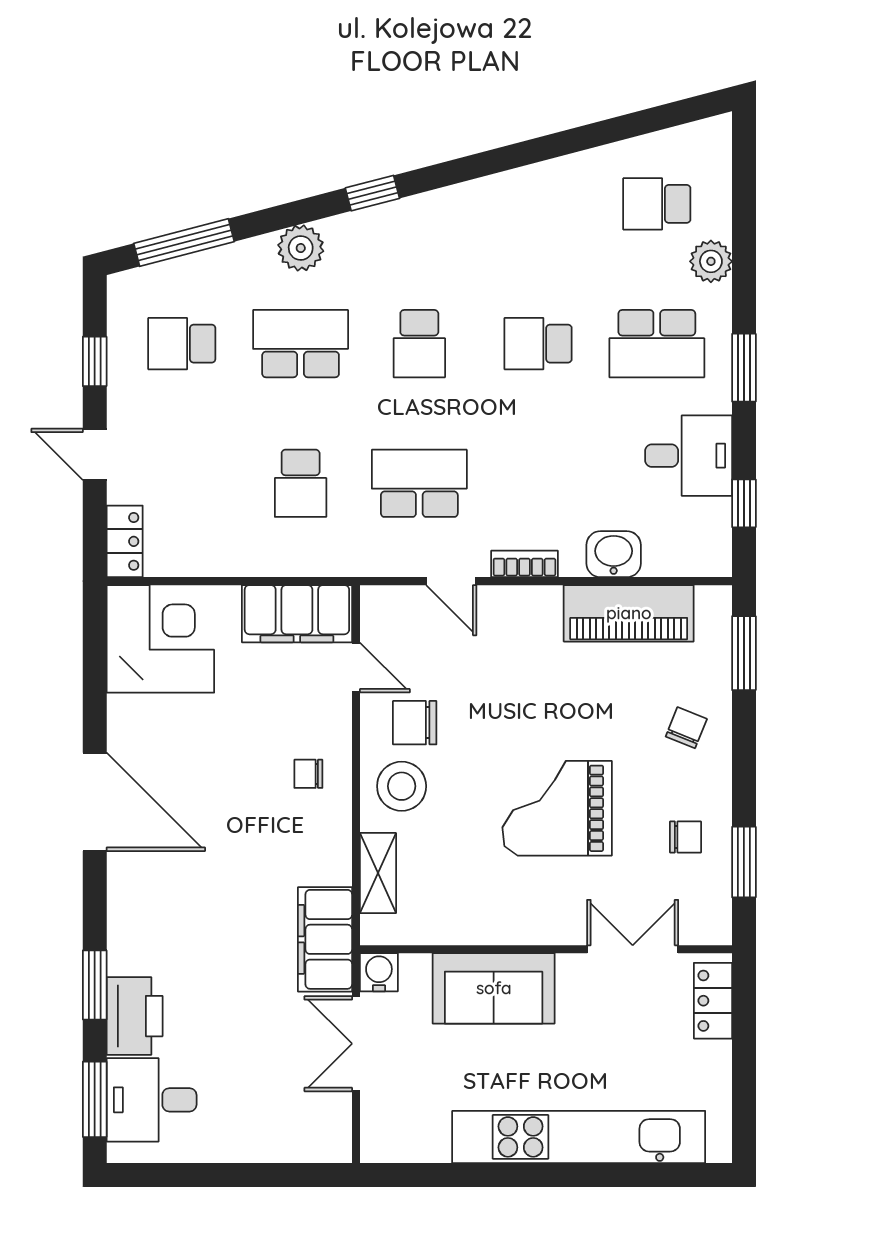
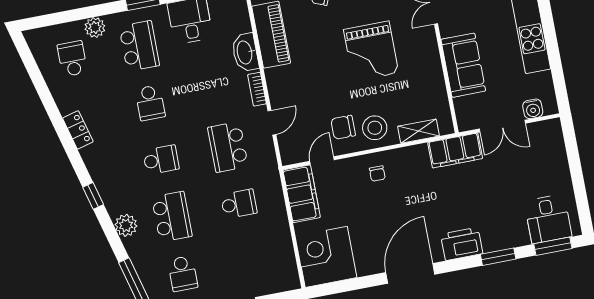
school desk: (657, 204) -> (72, 59), turned 180
school desk: (301, 344) -> (172, 217), turned 180
locker: (125, 541) -> (78, 130), moved, turned 75
washbasin: (614, 554) -> (245, 52), width x1.38
chair: (415, 723) -> (343, 127), turned 90
water cooler: (379, 972) -> (533, 109), moved, turned -90
printer: (135, 1016) -> (462, 244), moved

